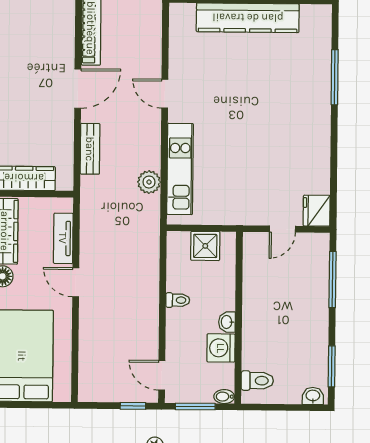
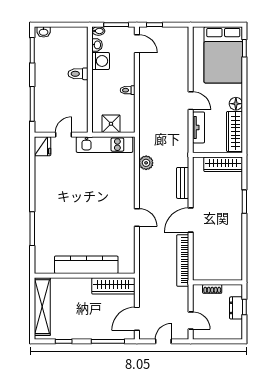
kitchen unit: (180, 169) -> (104, 145), moved, turned -90
washbasin: (227, 322) -> (97, 45), moved
toilet: (257, 381) -> (78, 74), moved

